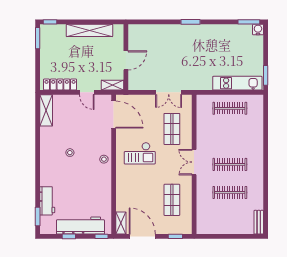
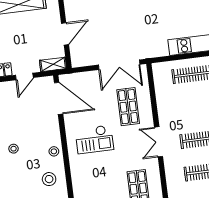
door: (87, 92) -> (24, 76), hinge flipped
double door: (169, 92) -> (119, 65), width x1.37
stool: (97, 182) -> (49, 179), added

